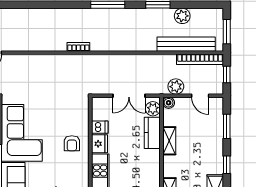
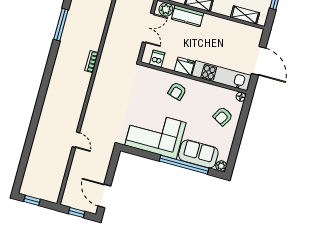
dishwasher: (100, 127) -> (157, 59), moved
armchair: (72, 143) -> (177, 91), turned 106

